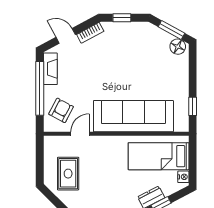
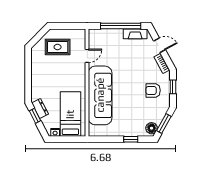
door: (66, 36) -> (160, 45), hinge flipped
window: (193, 106) -> (131, 139), moved
armchair: (61, 110) -> (153, 90), moved, turned 152
door: (80, 134) -> (87, 56), hinge flipped

